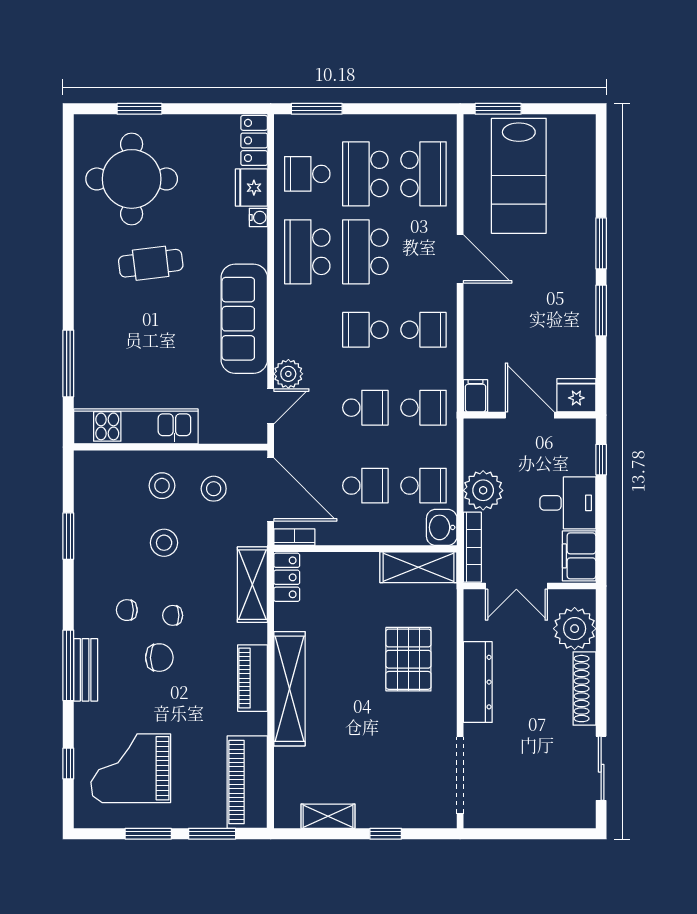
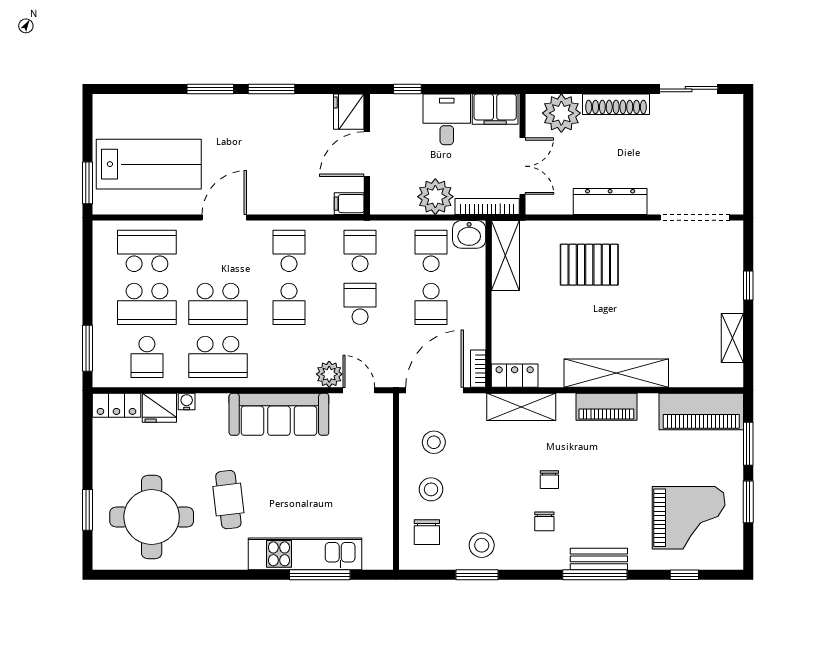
kitchen unit: (136, 426) -> (305, 554), moved, turned 90
school desk: (365, 486) -> (431, 304), turned 180
stool: (164, 543) -> (482, 545), moved
chair: (159, 658) -> (427, 532), moved, turned 180
grand piano: (131, 768) -> (689, 518), turned -90

